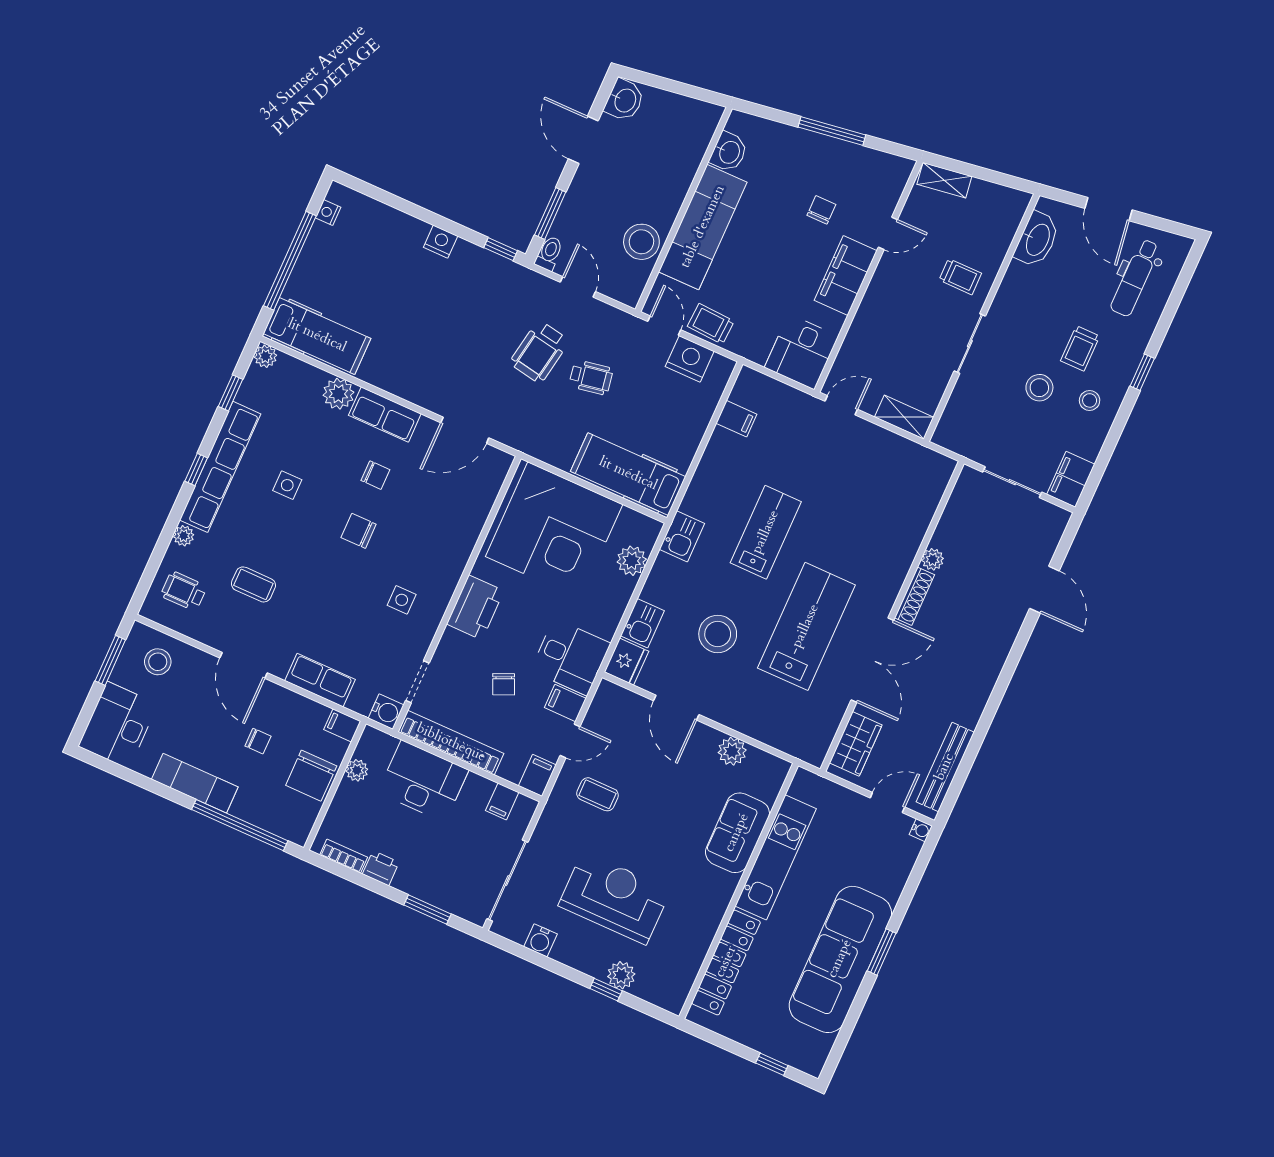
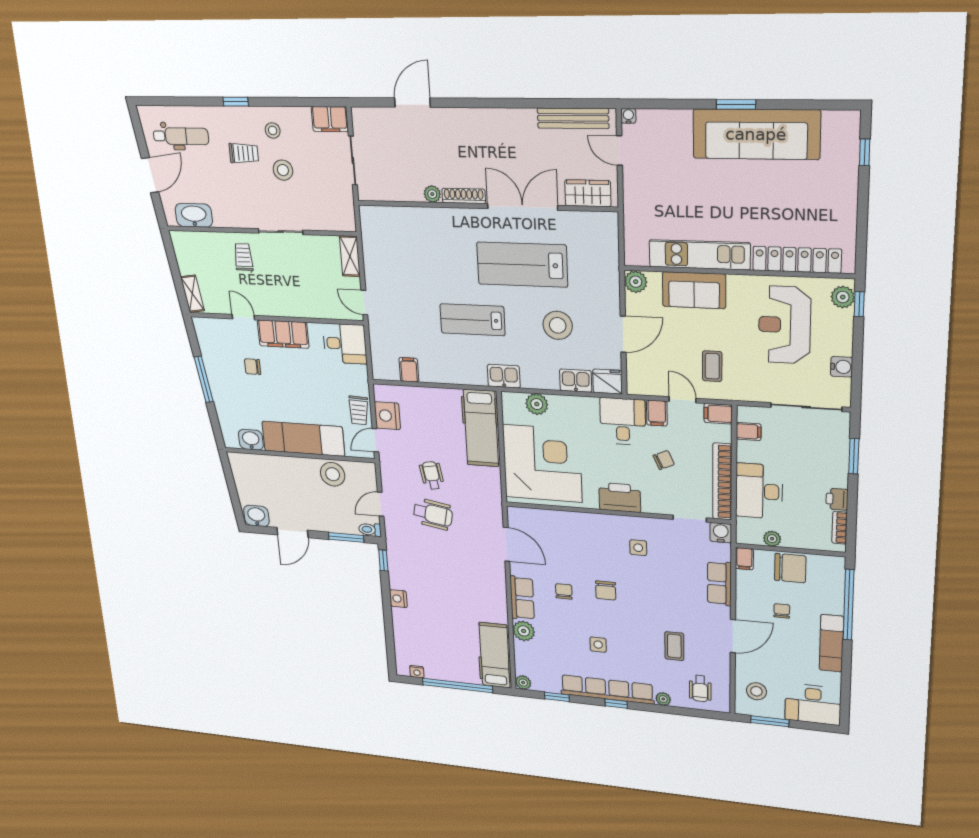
sofa: (737, 833) -> (694, 290), moved
kitchen unit: (776, 857) -> (699, 255), moved
wall: (739, 891) -> (737, 272), moved
locker: (726, 962) -> (797, 260), moved

